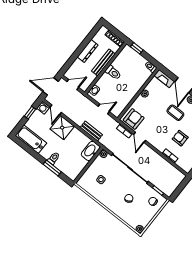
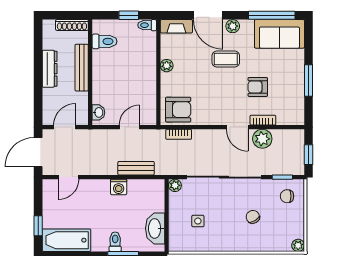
window: (137, 48) -> (129, 15), moved
toilet: (113, 72) -> (104, 41), moved
washing machine: (43, 108) -> (119, 187), moved
door: (56, 110) -> (68, 177), hinge flipped
window: (30, 113) -> (38, 226), moved
armchair: (134, 119) -> (178, 110), turned 90
shower: (62, 128) -> (95, 194), removed
door: (140, 137) -> (237, 127), moved
washbasin: (91, 151) -> (155, 228), moved
plant: (163, 165) -> (262, 139), added
window: (179, 190) -> (308, 155), added

